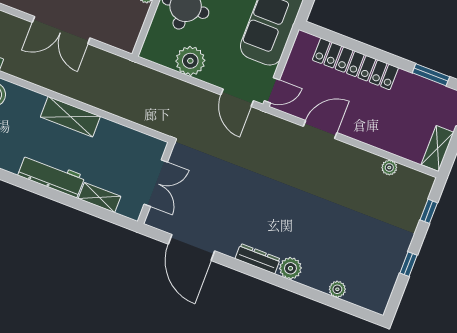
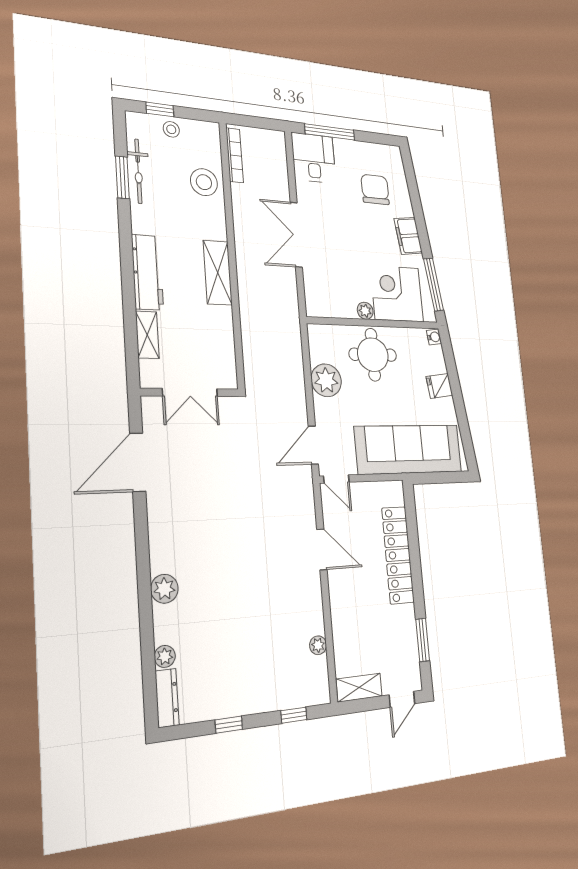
dresser: (258, 259) -> (167, 698), moved

